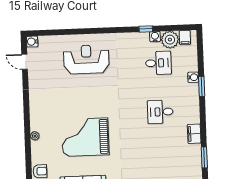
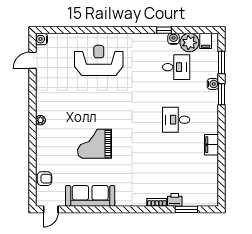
door: (25, 62) -> (32, 60), hinge flipped
plant: (35, 136) -> (40, 120), moved
grand piano: (85, 137) -> (94, 144), width x0.73, depth x0.68
window: (204, 157) -> (222, 63), moved

